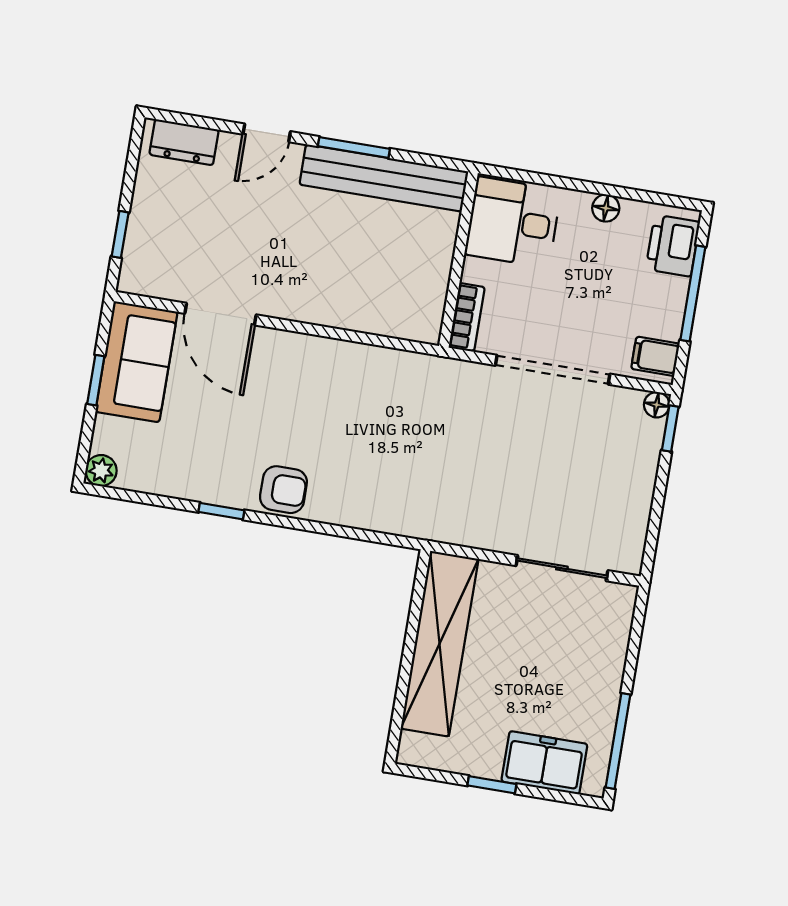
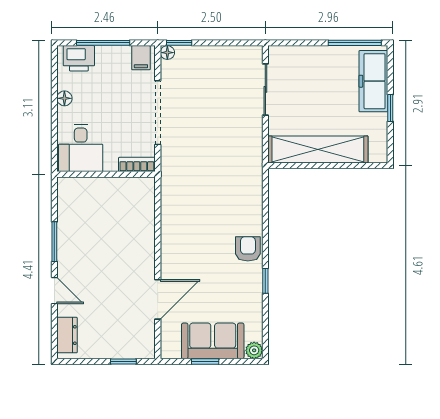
bench: (384, 178) -> (68, 222), removed
sofa: (136, 362) -> (213, 341), moved
freezer: (544, 763) -> (373, 81), width x1.40

